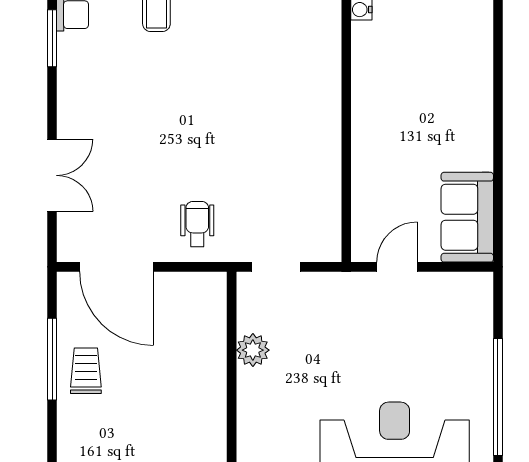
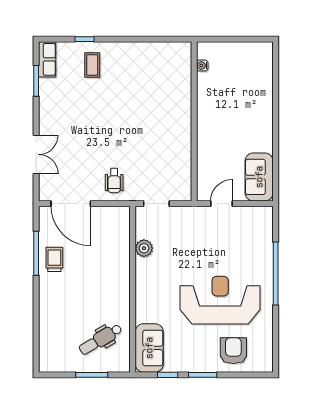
wheelchair: (197, 224) -> (114, 181), turned 180

